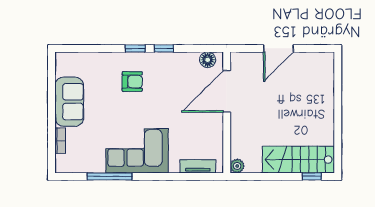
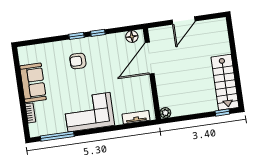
armchair: (132, 82) -> (78, 61), turned 180
stairs: (298, 160) -> (225, 82), moved, turned -90
window: (110, 176) -> (57, 136), moved

